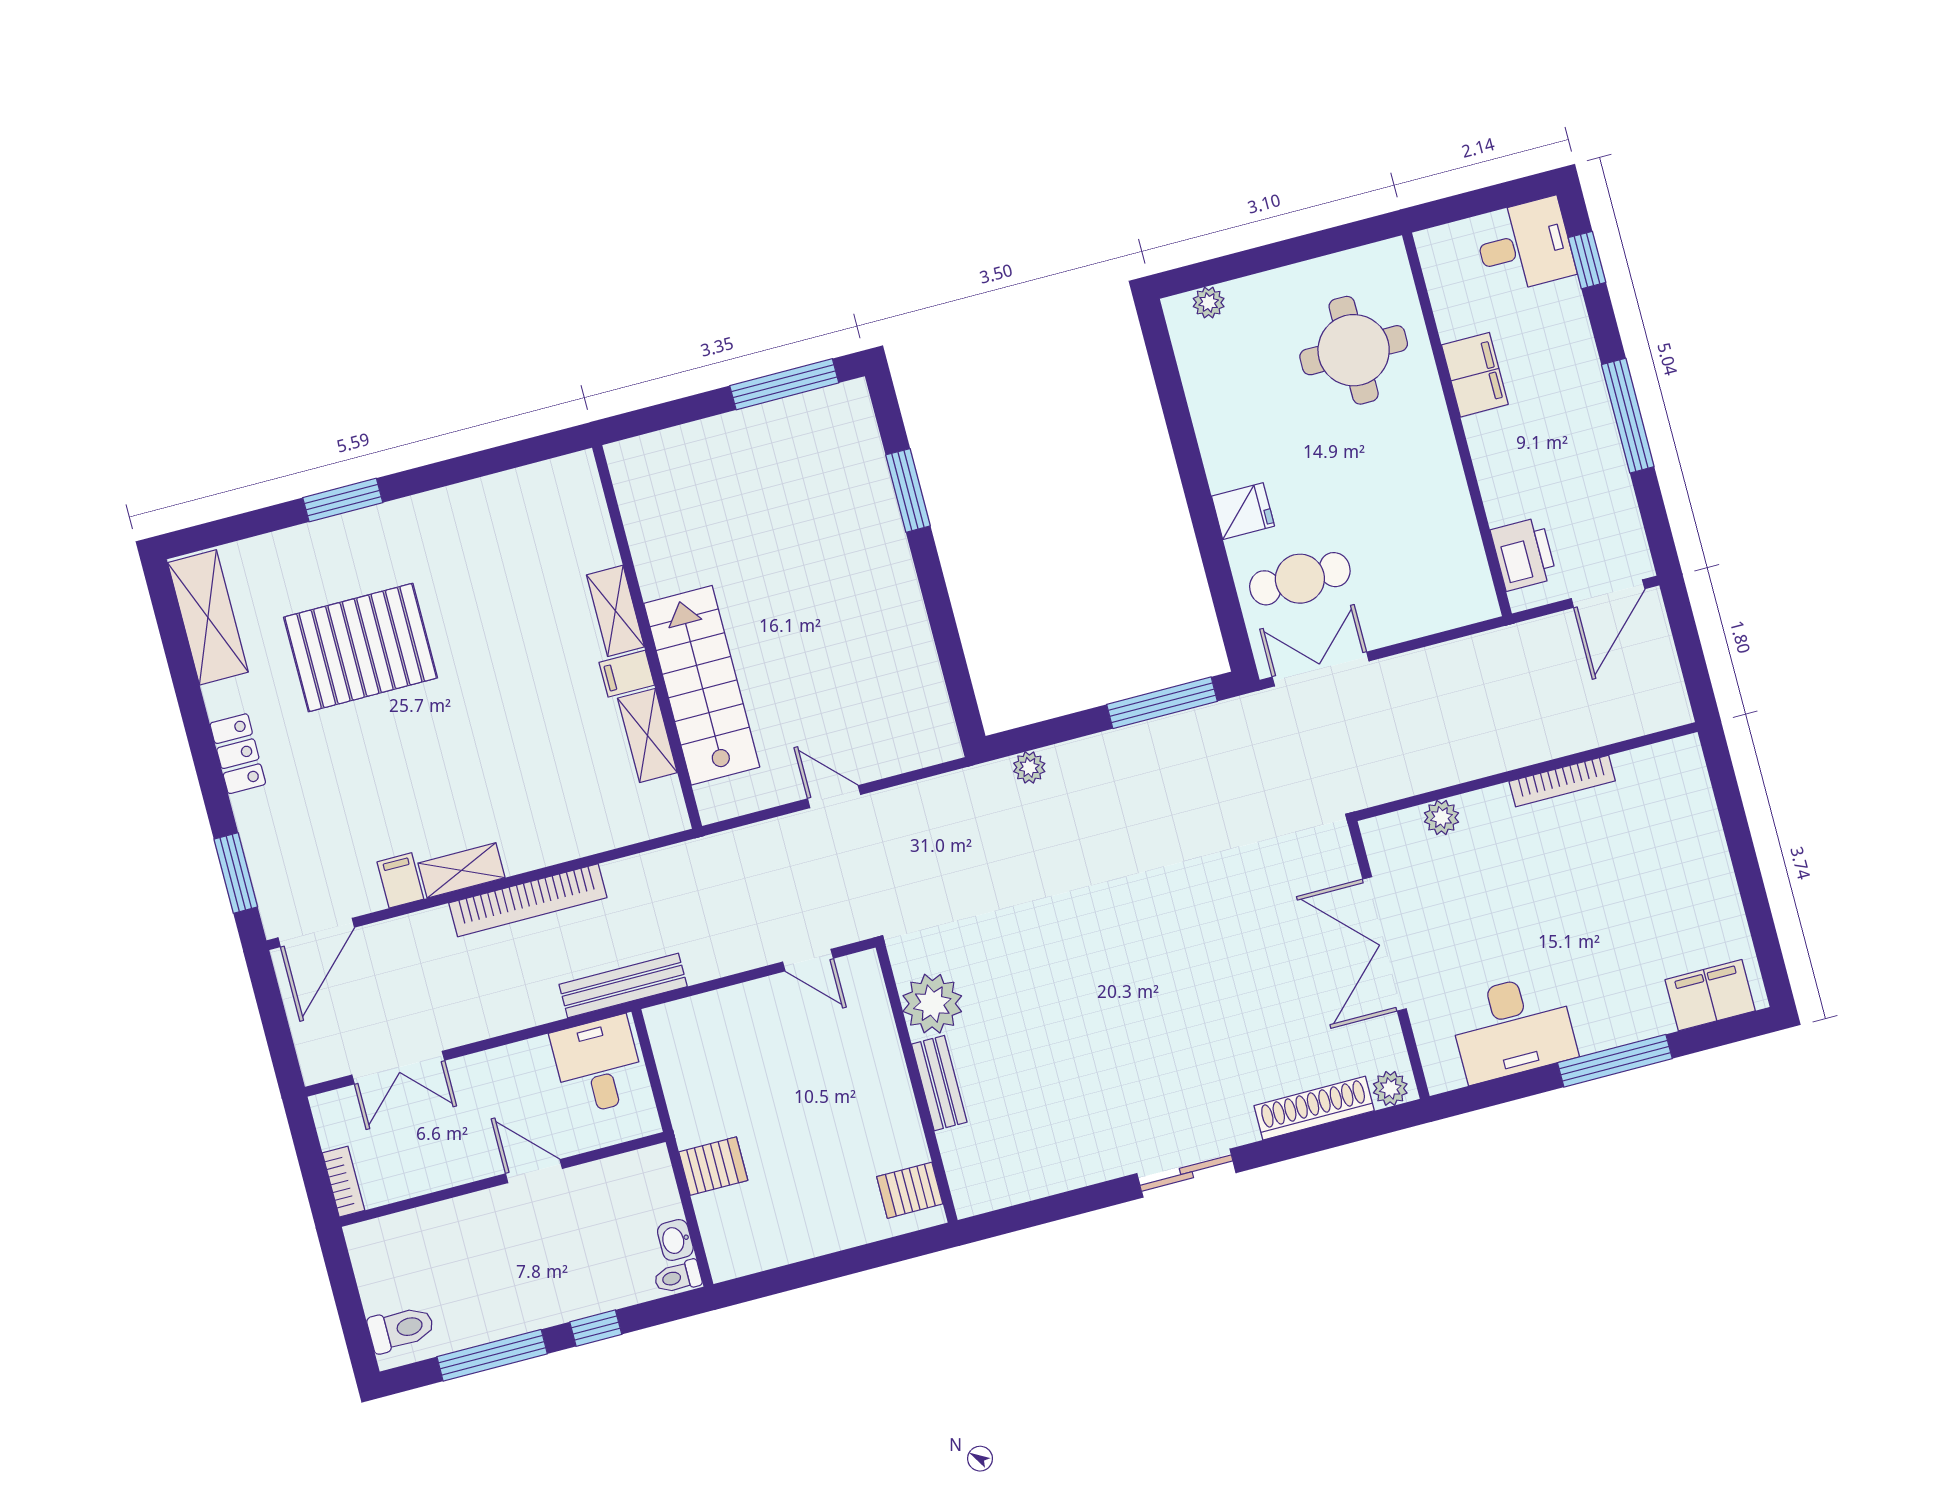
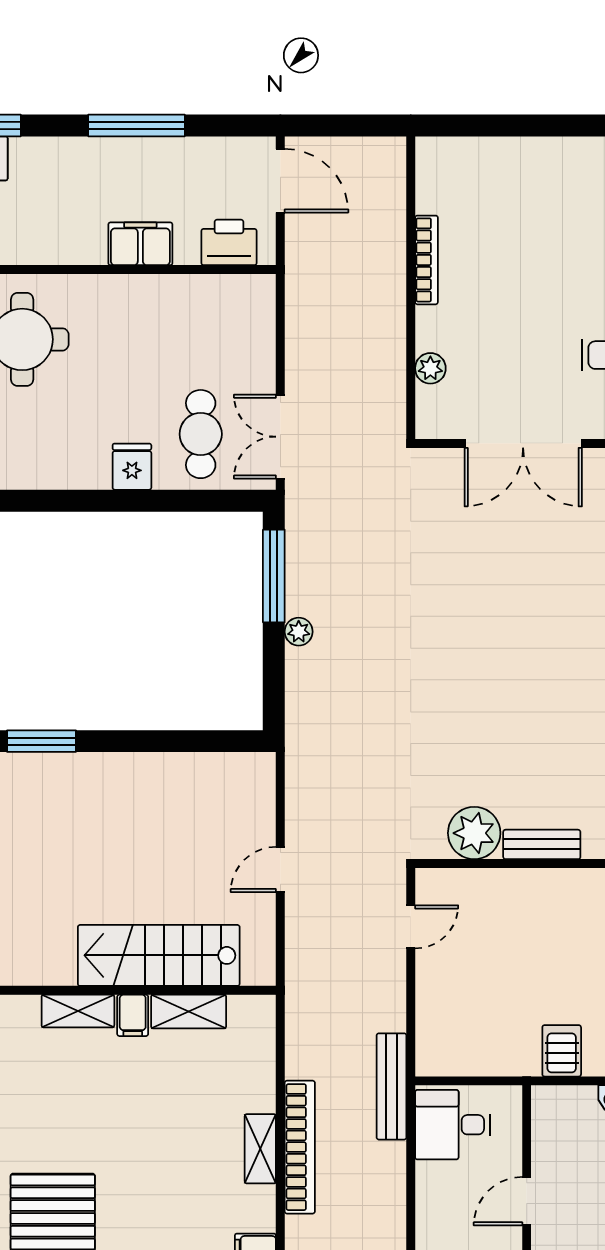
filing cabinet: (1475, 375) -> (140, 244), moved
plant: (1029, 767) -> (299, 632), moved
shelving: (461, 870) -> (260, 1149), moved

